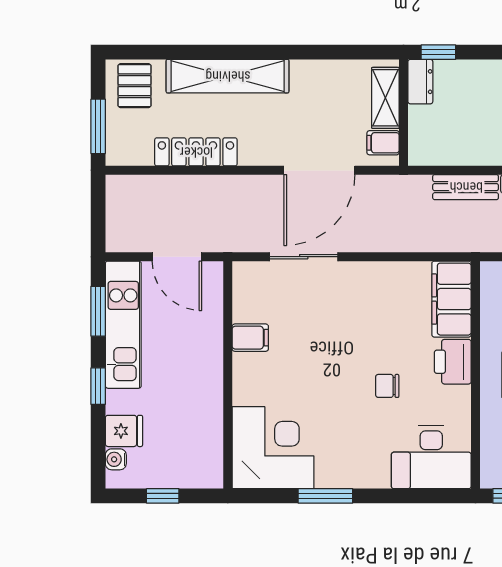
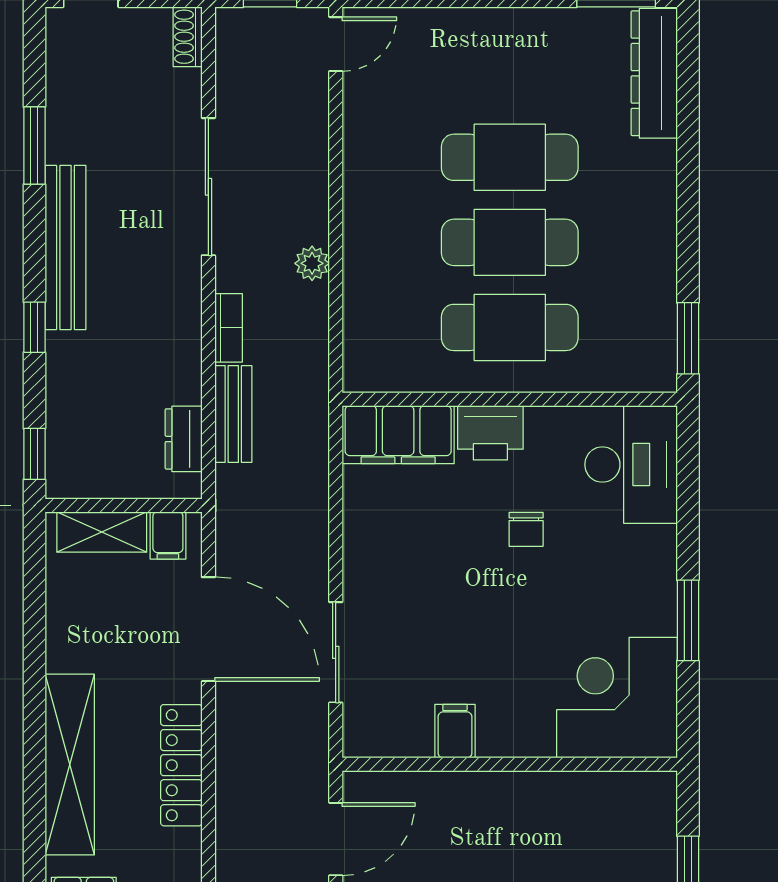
dresser: (420, 82) -> (184, 439), moved, turned -90
locker: (196, 152) -> (181, 765), moved

